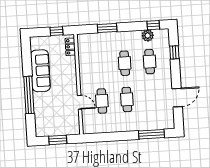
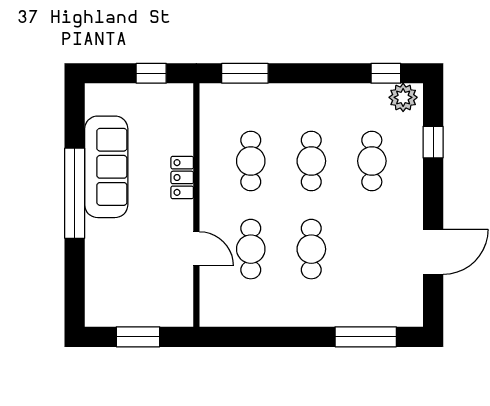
window: (107, 28) -> (245, 73), moved
plant: (148, 36) -> (403, 97), moved
locker: (70, 47) -> (182, 177), moved
cafe table: (100, 65) -> (251, 161), added
window: (29, 95) -> (75, 193), moved

